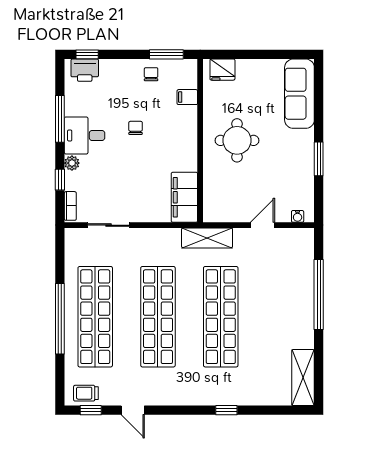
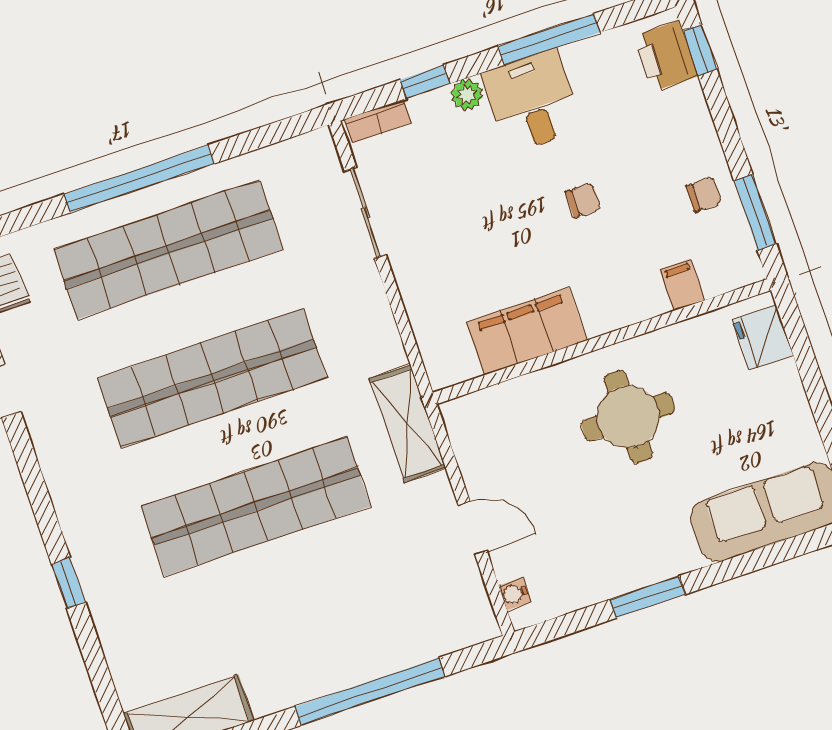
filing cabinet: (184, 197) -> (527, 331), moved

